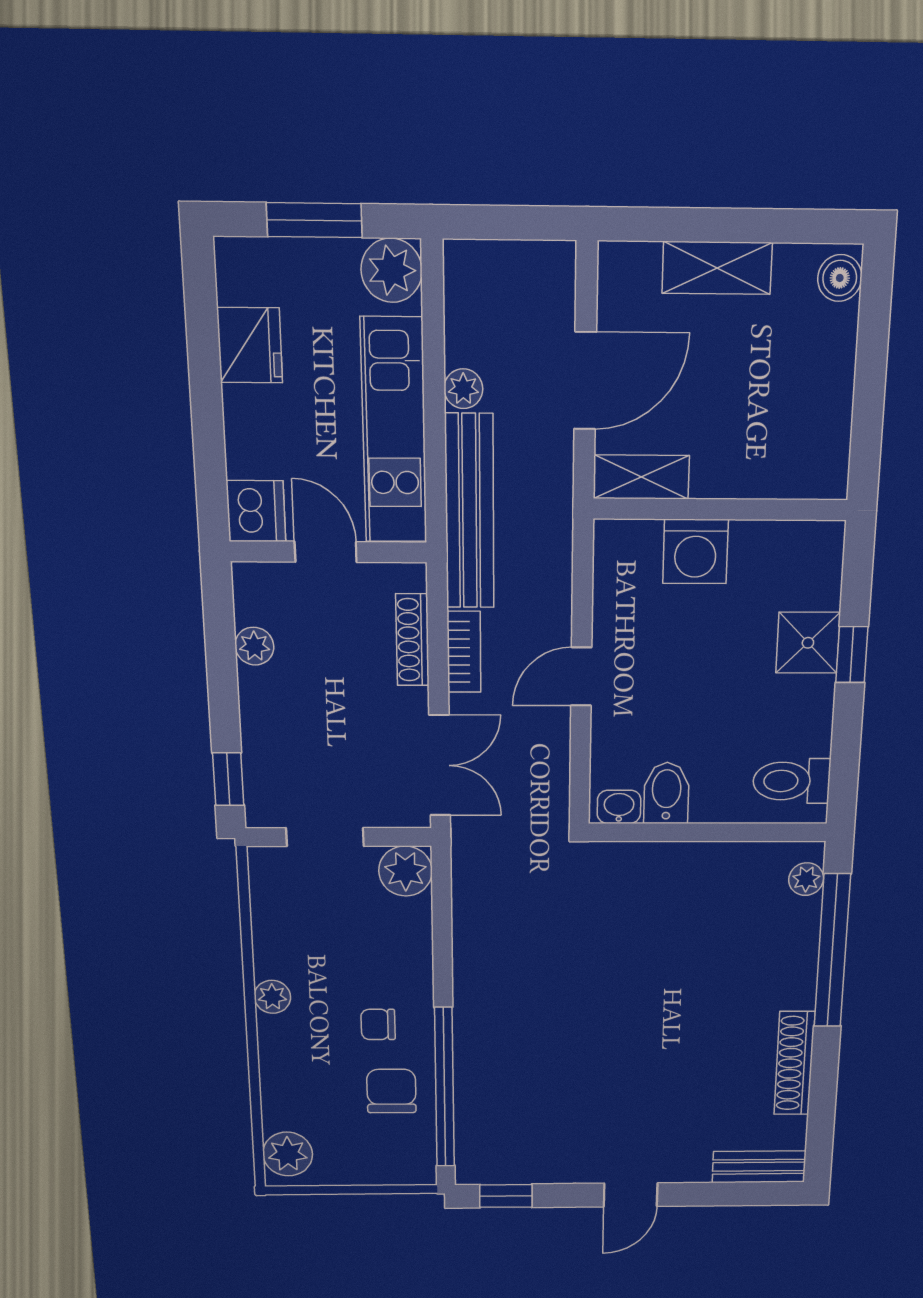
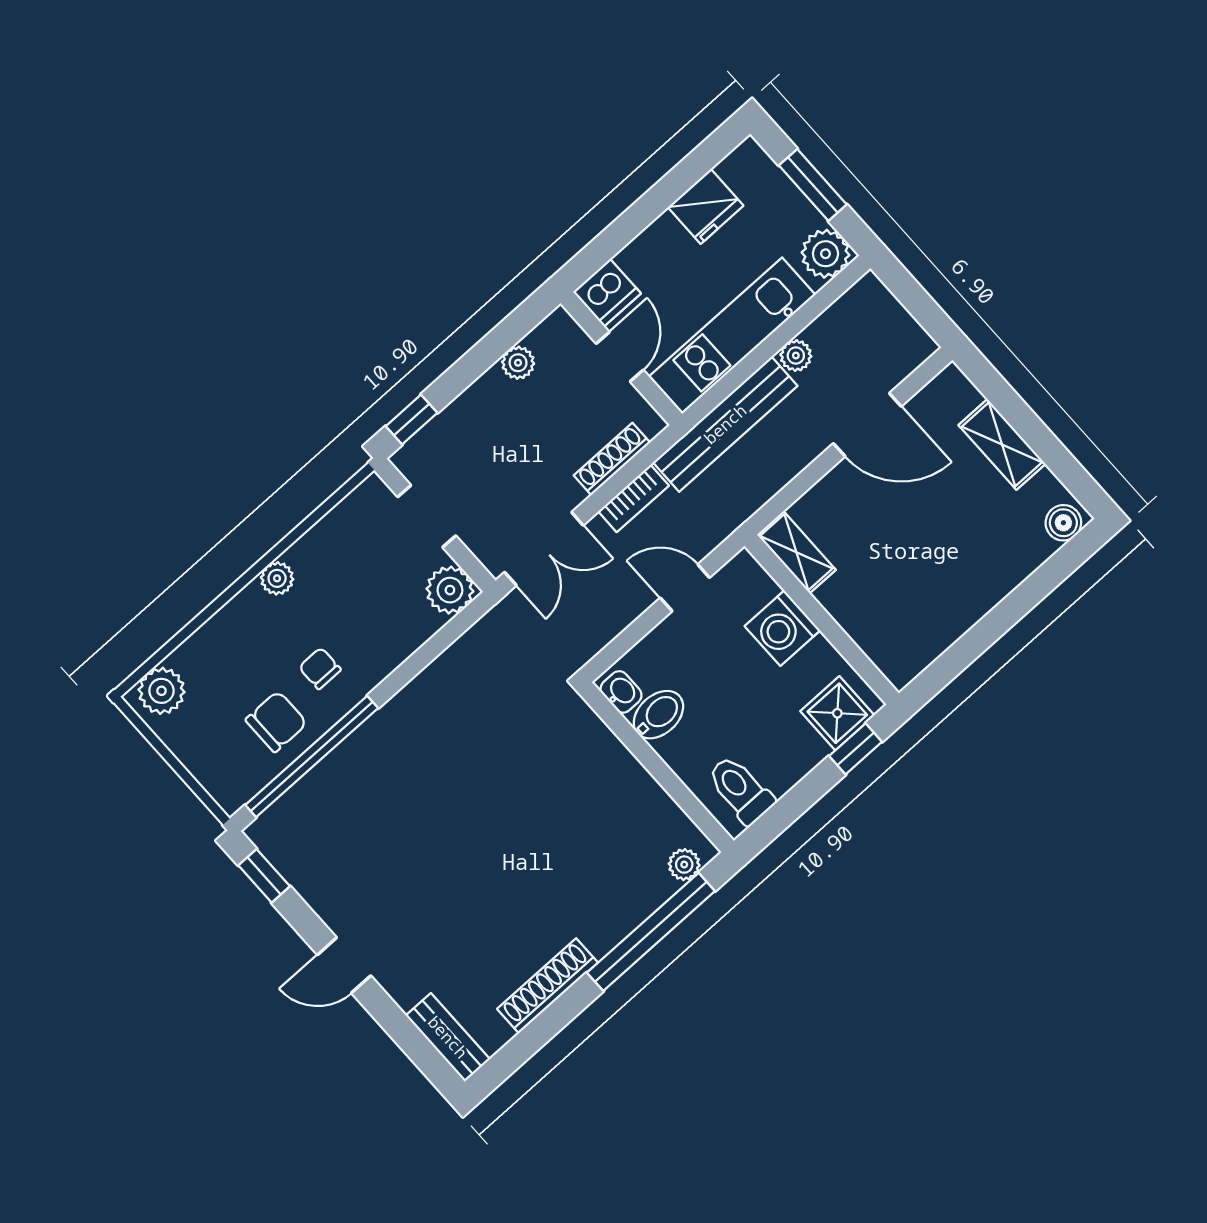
shelving: (641, 477) -> (796, 552), moved
wall: (720, 509) -> (822, 620), moved
washing machine: (695, 552) -> (782, 628), moved

